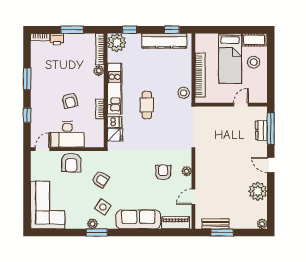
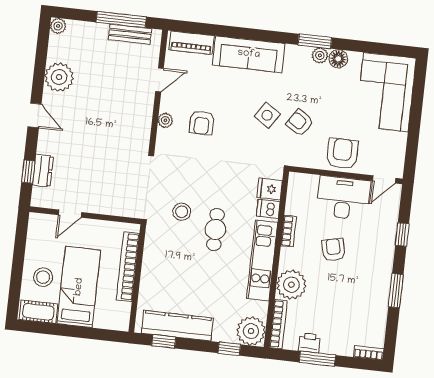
printer: (57, 39) -> (309, 343), moved
plant: (99, 71) -> (291, 285), width x1.87, depth x1.87
stool: (184, 93) -> (182, 212), moved
window: (271, 129) -> (28, 172), width x0.46
side table: (103, 207) -> (267, 115), moved
floor lamp: (81, 223) -> (338, 59), added
window: (222, 233) -> (121, 20), width x1.44

